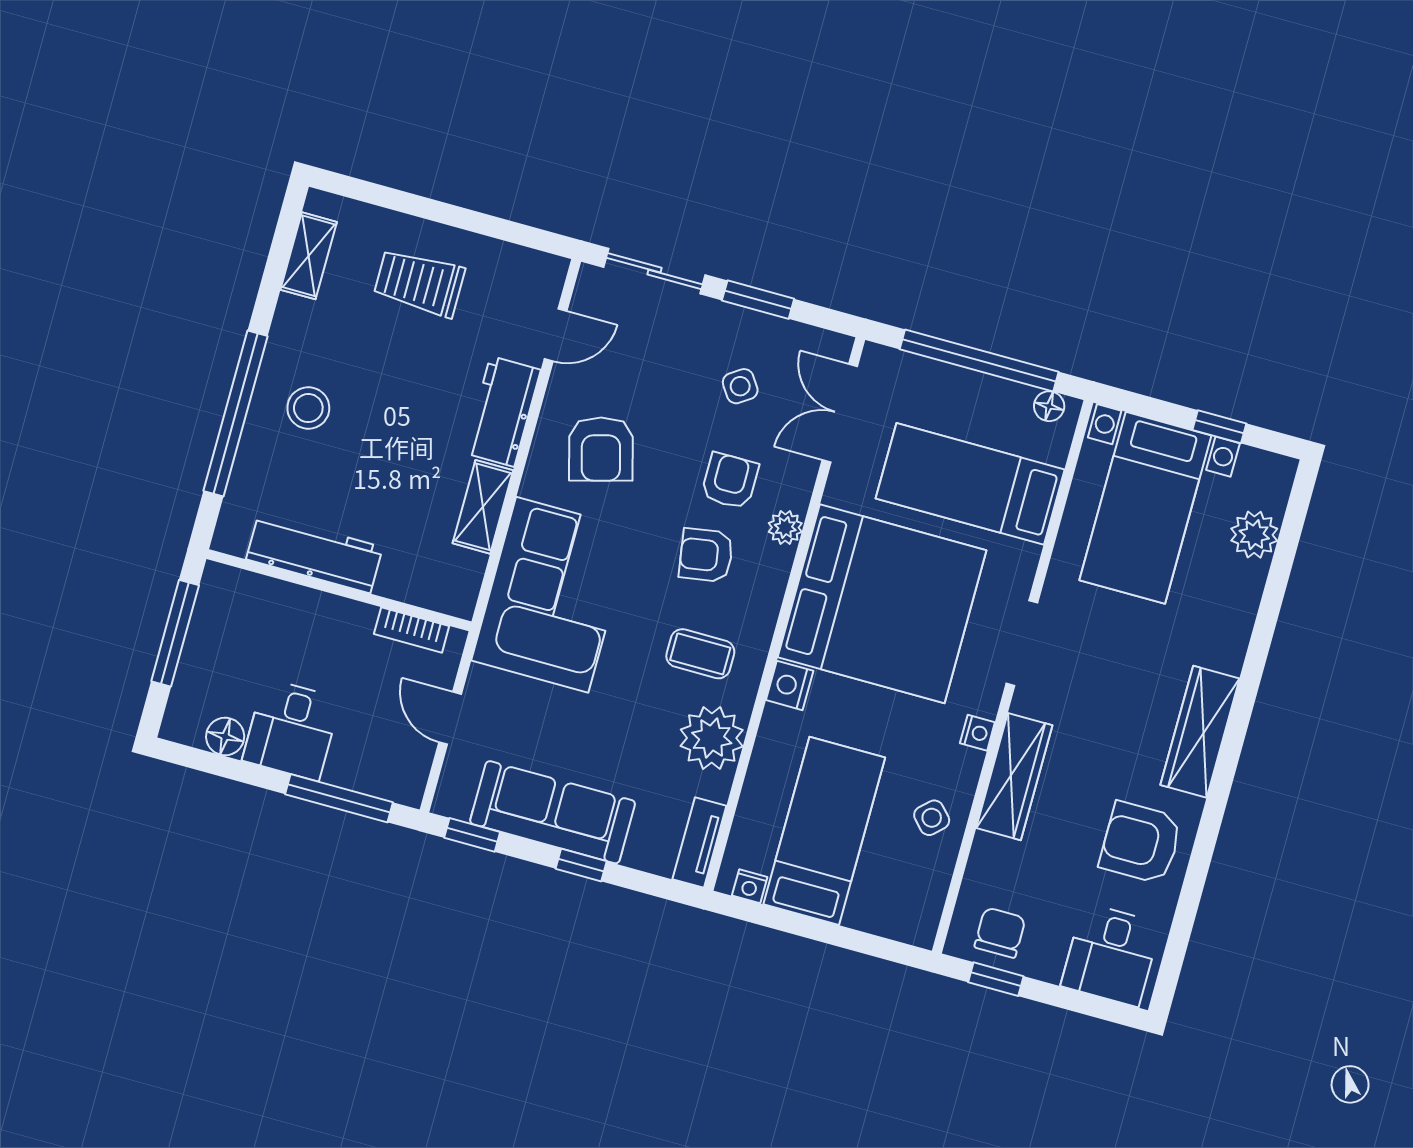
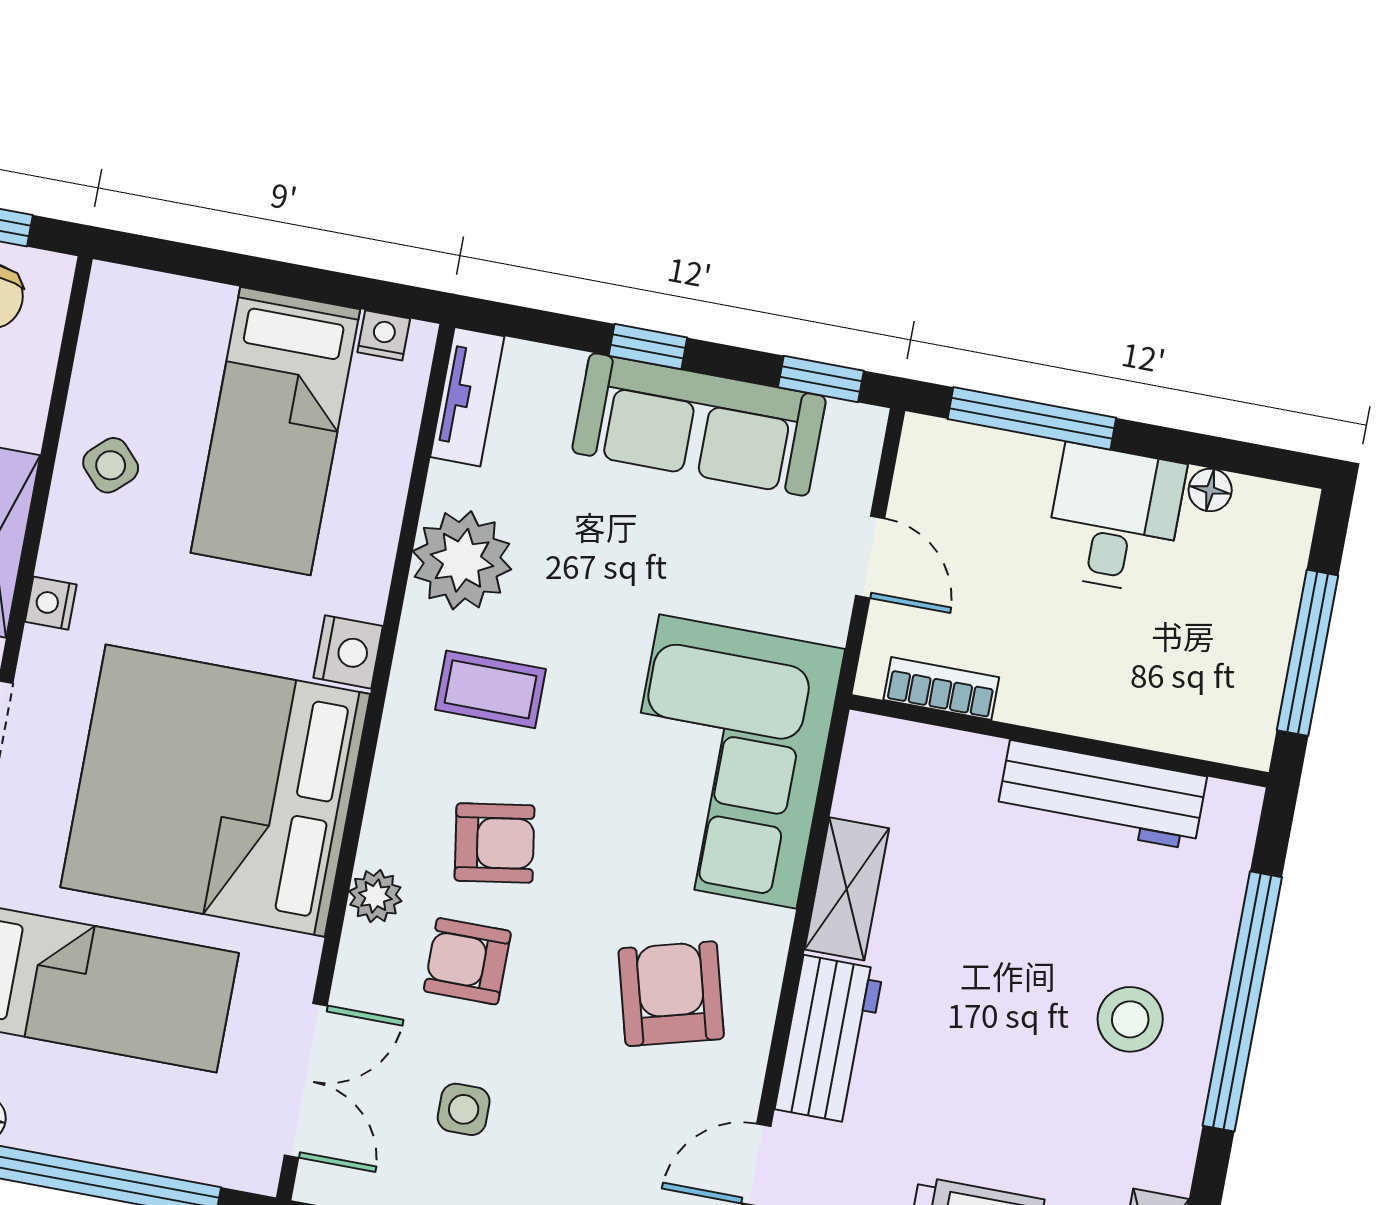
side table: (740, 386) -> (464, 1109), turned 34
armchair: (730, 481) -> (467, 961), turned 90
floor lamp: (225, 736) -> (1210, 490), width x0.73, depth x0.73

